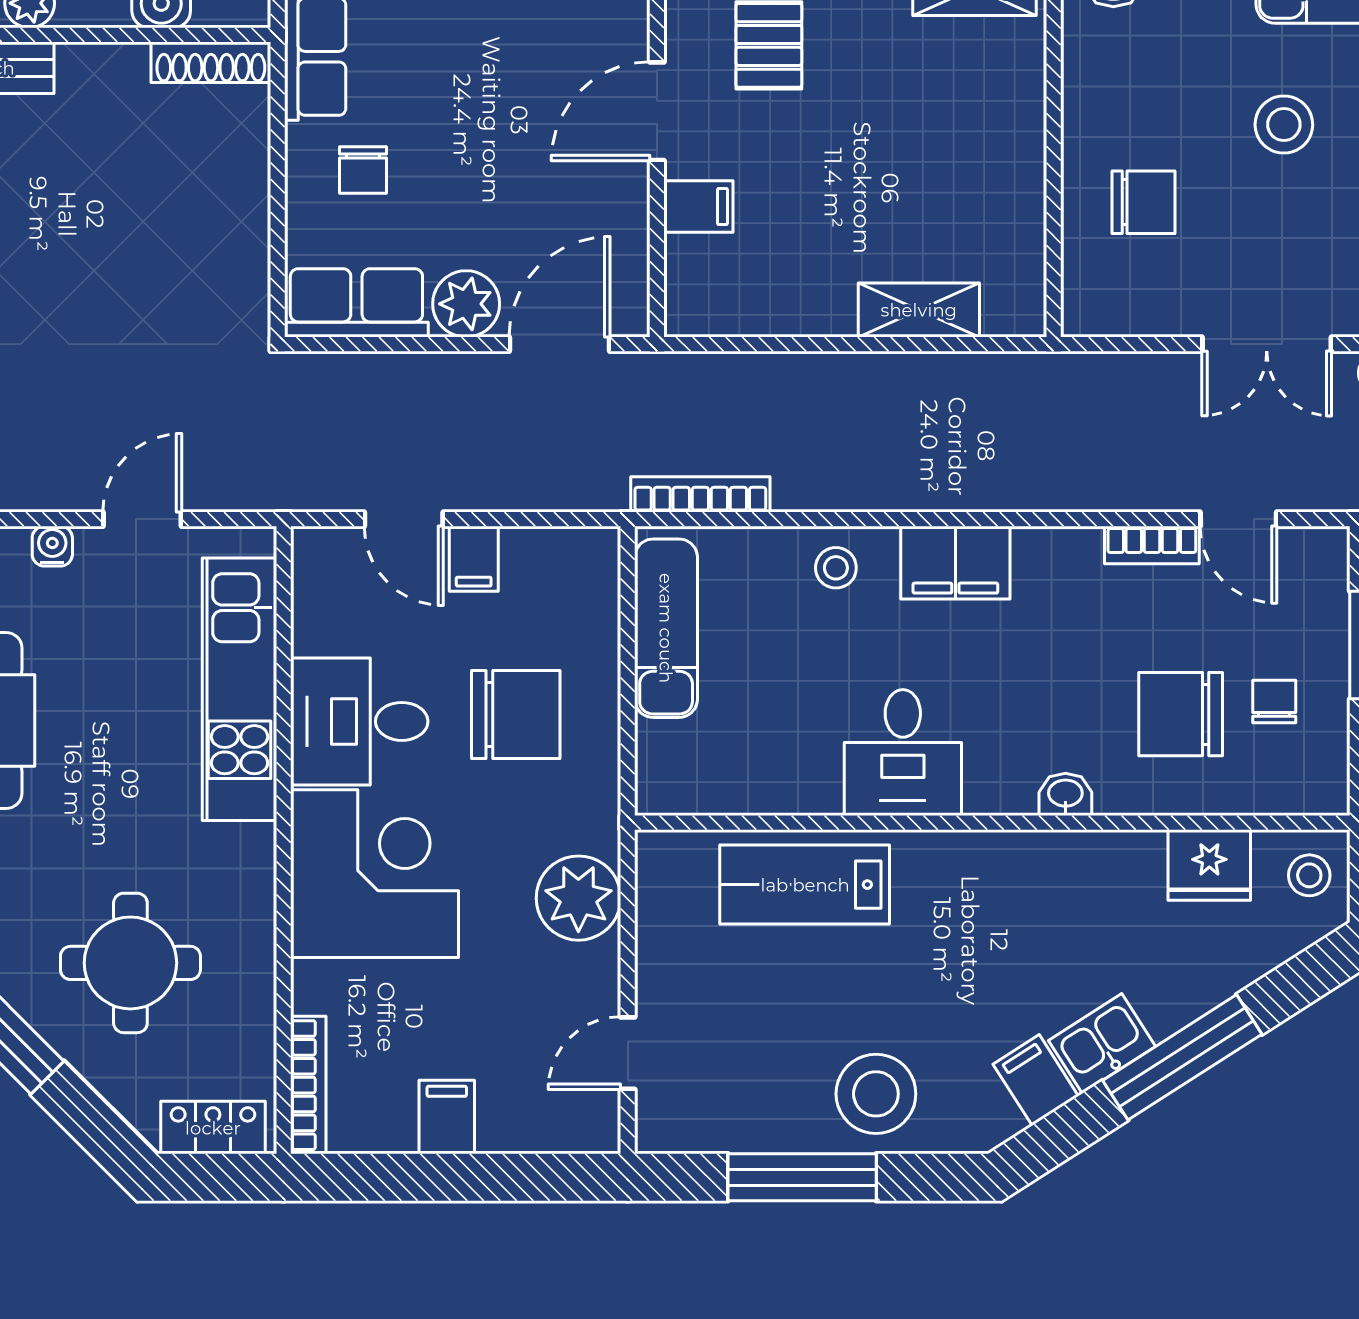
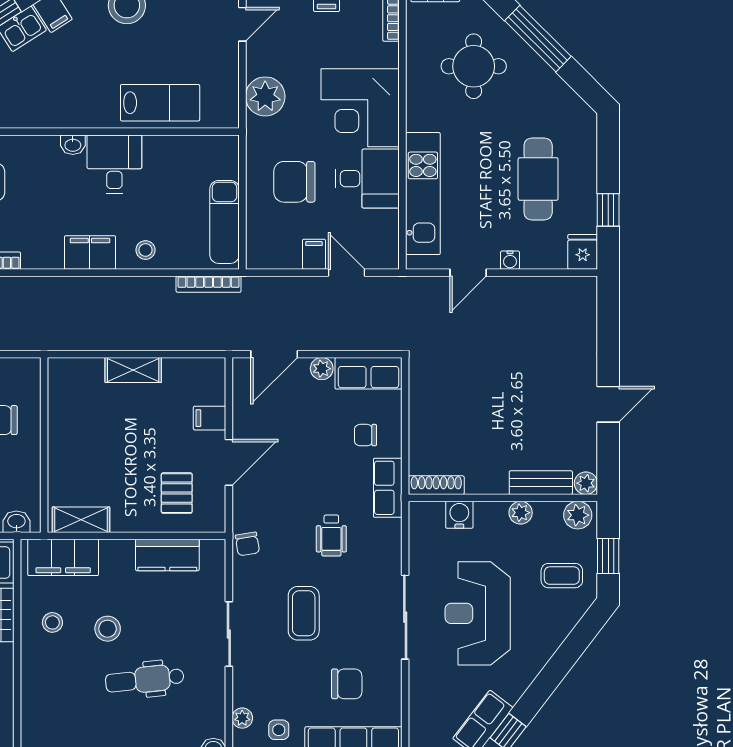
chair: (363, 170) -> (365, 435), turned -90
plant: (466, 304) -> (322, 369), width x0.73, depth x0.73
shelving: (919, 310) -> (133, 370), moved
washbasin: (1065, 794) -> (73, 145), moved

